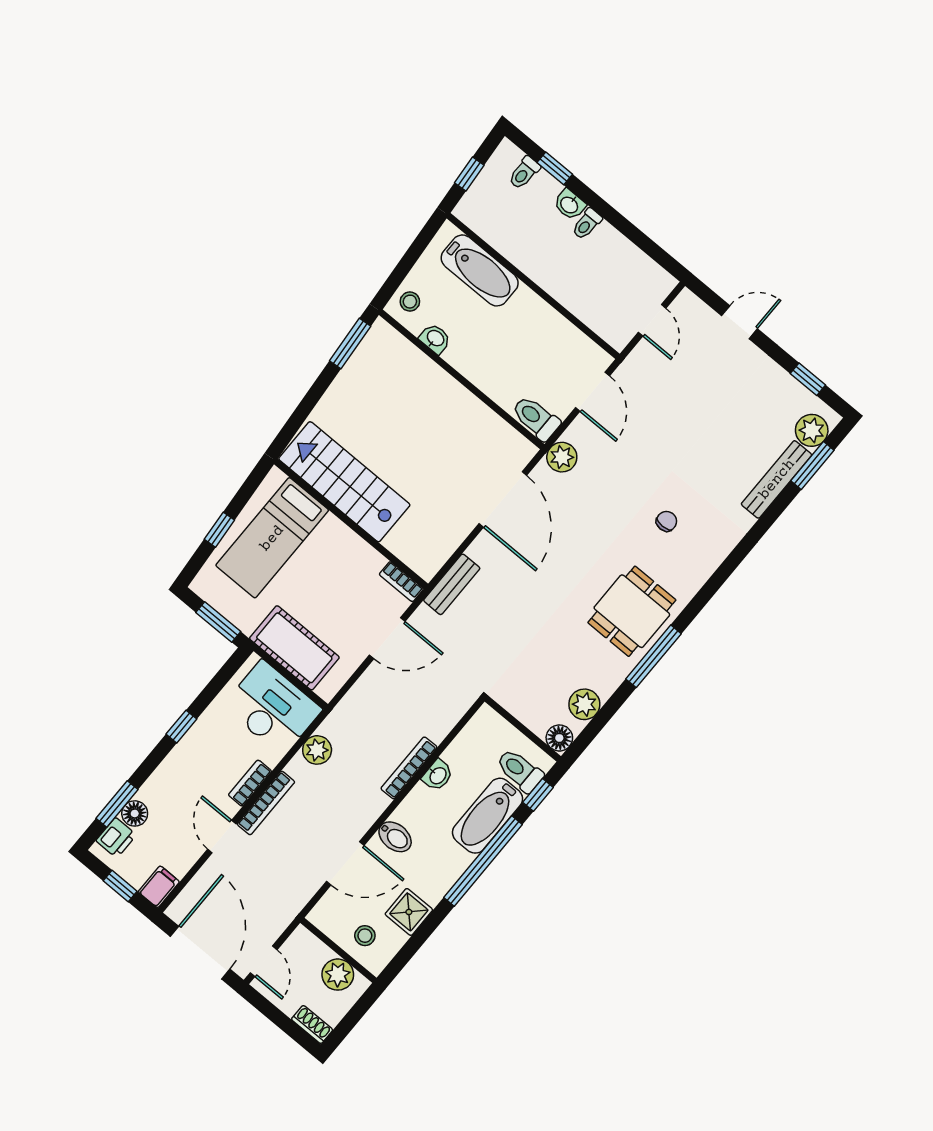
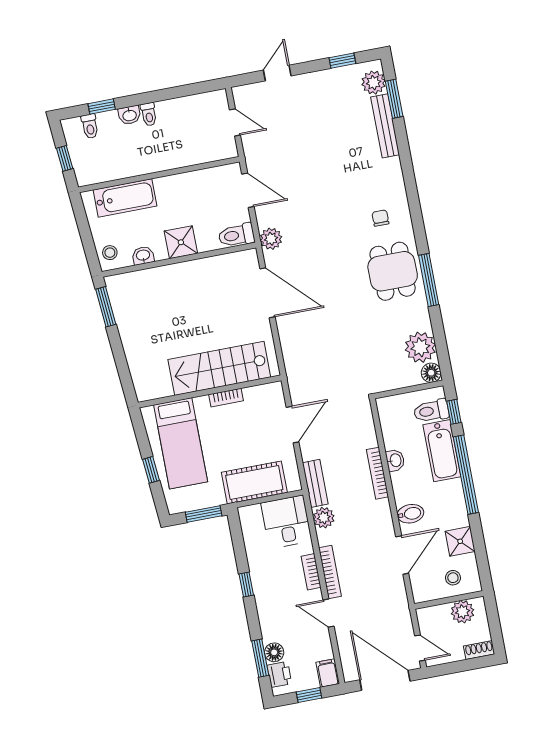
shower: (481, 366) -> (181, 242), added
stairs: (344, 482) -> (219, 368), moved
chair: (667, 521) -> (380, 218), moved
bookcase: (401, 582) -> (226, 398), moved
bench: (452, 584) -> (315, 483), moved
plant: (584, 704) -> (420, 347), width x1.36, depth x1.36
desk: (272, 708) -> (286, 522), width x0.73

